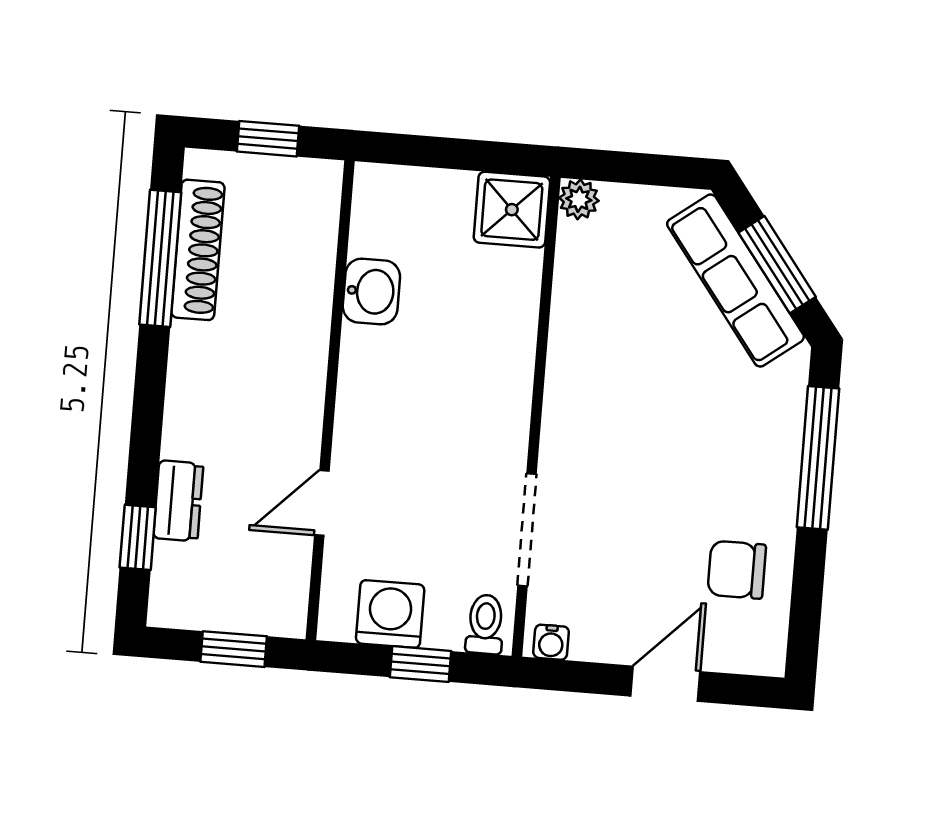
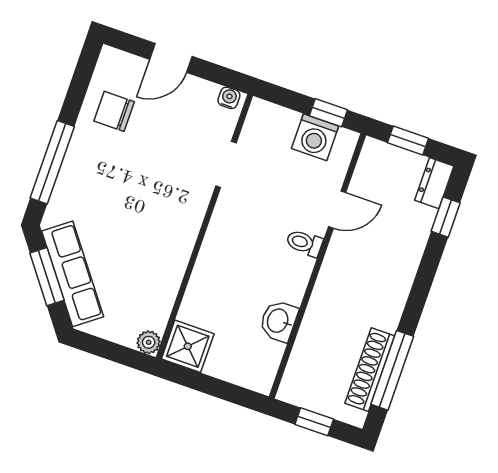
dresser: (178, 501) -> (434, 183), moved
doorway: (527, 530) -> (226, 164), width x0.73
chair: (737, 570) -> (114, 111), turned 180
toilet: (485, 624) -> (304, 243), moved, turned 90
window: (420, 664) -> (328, 113), moved

